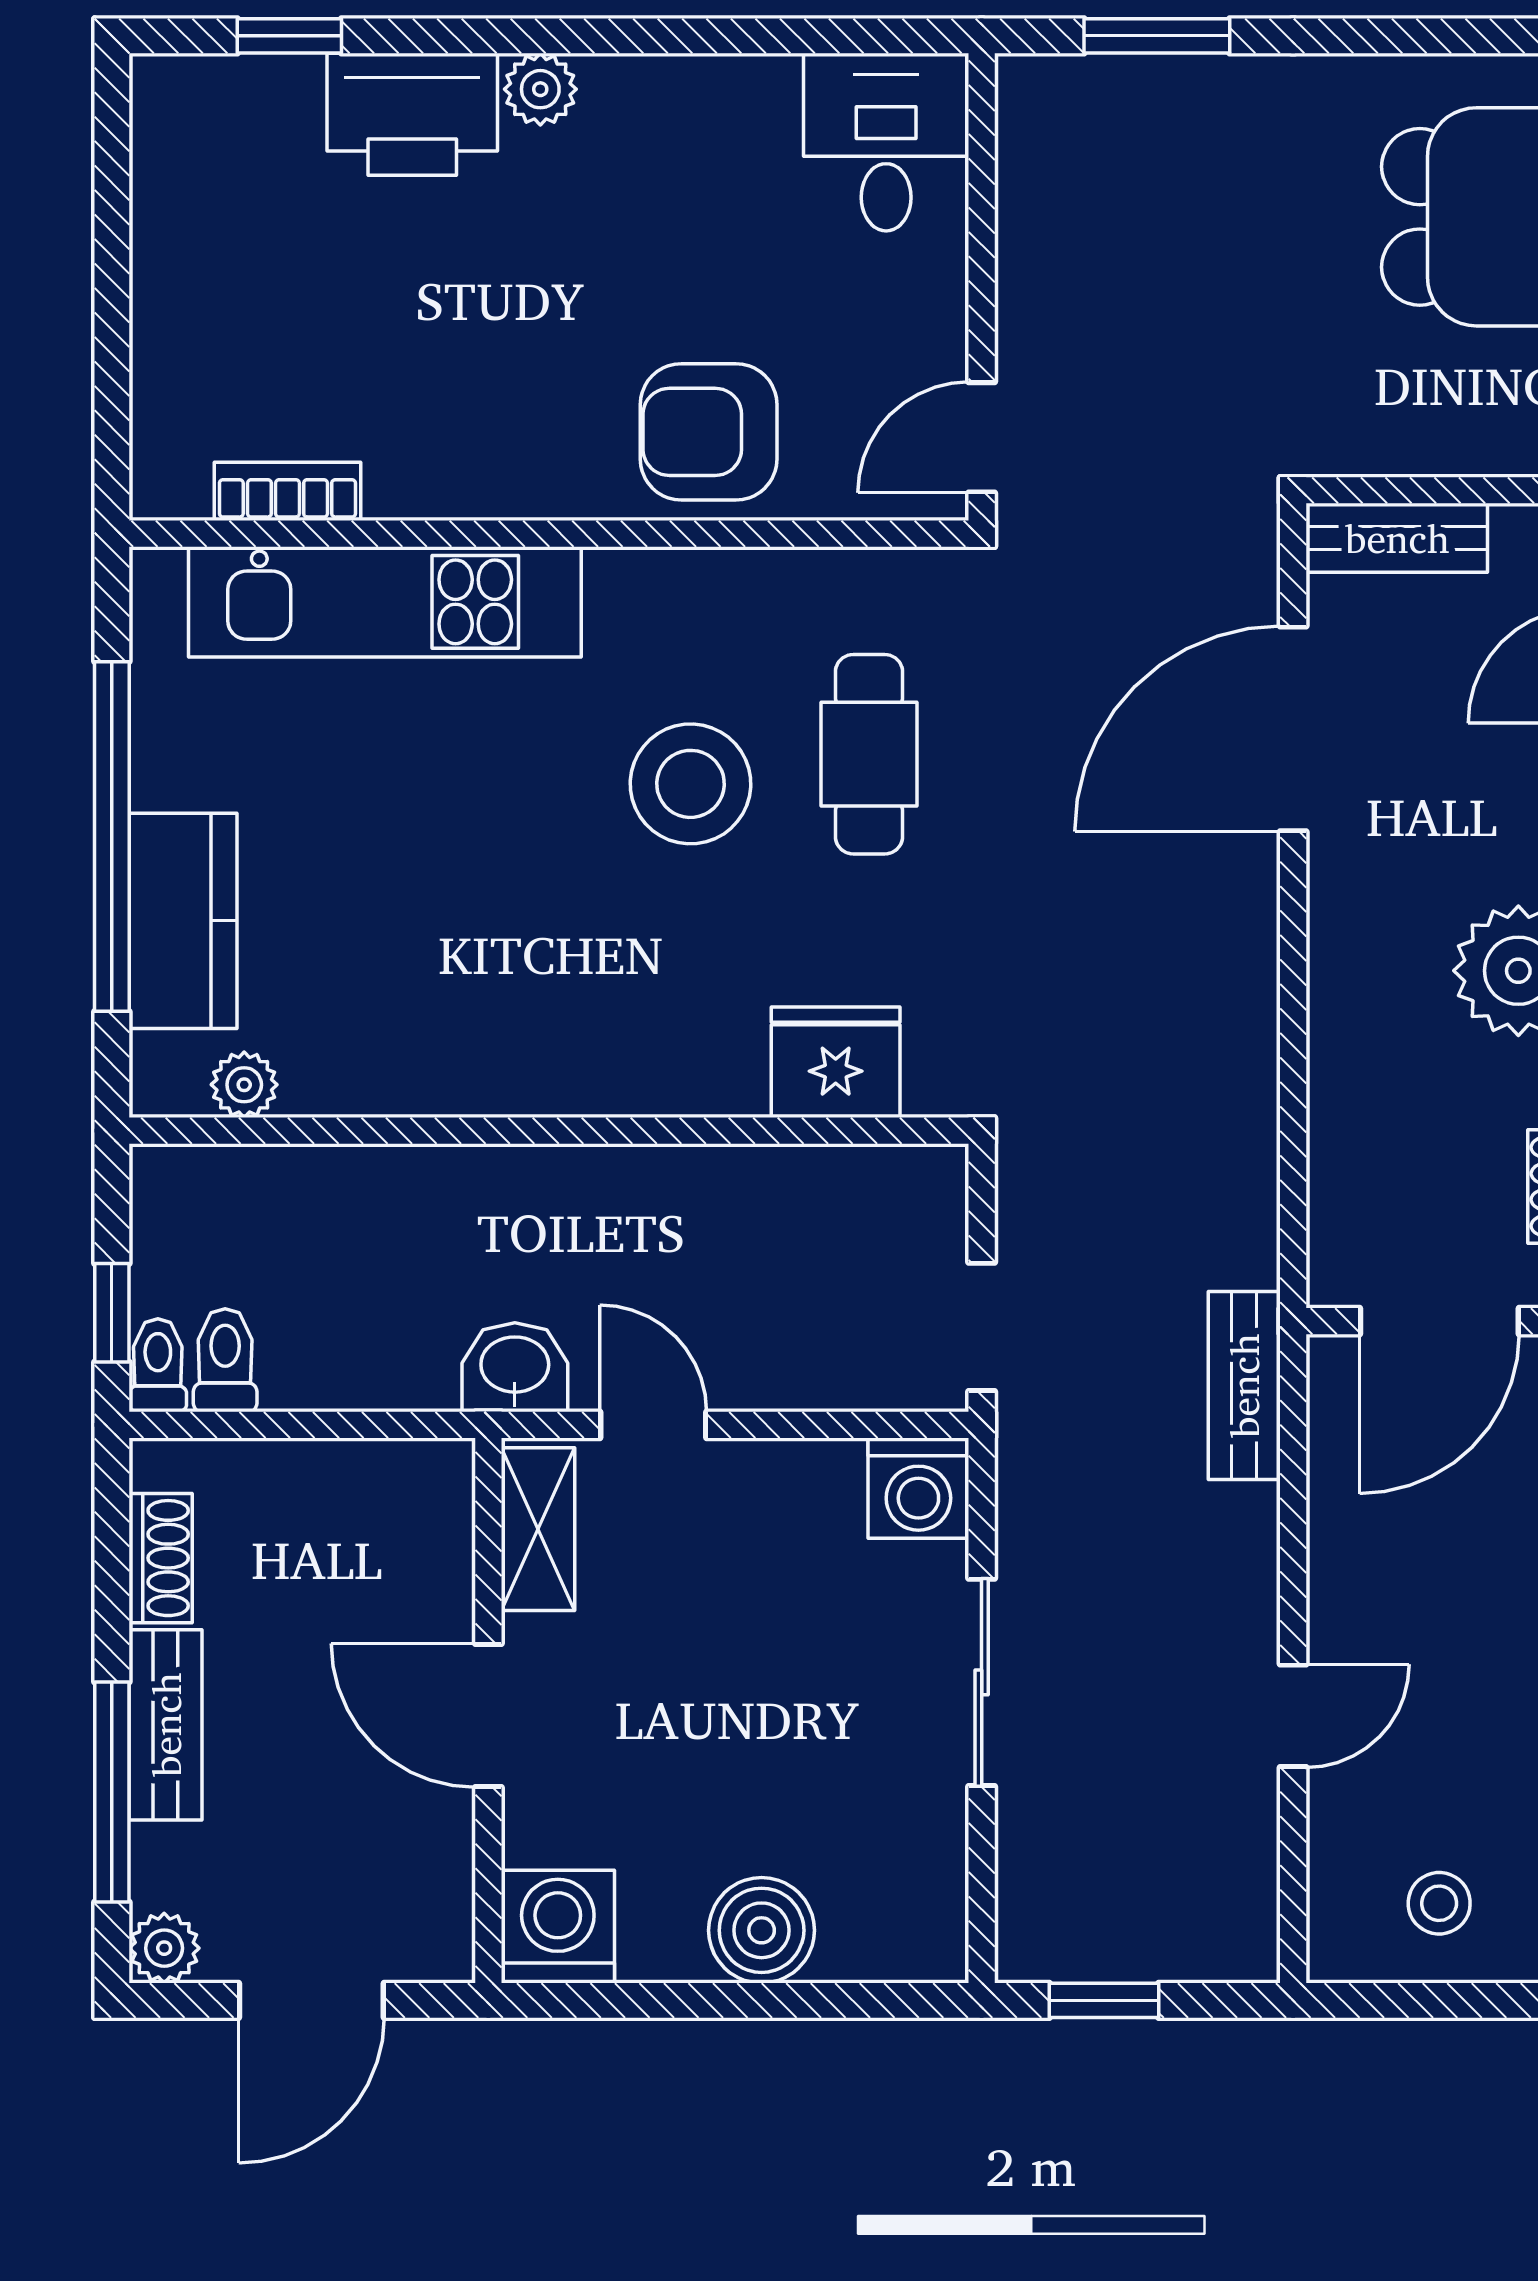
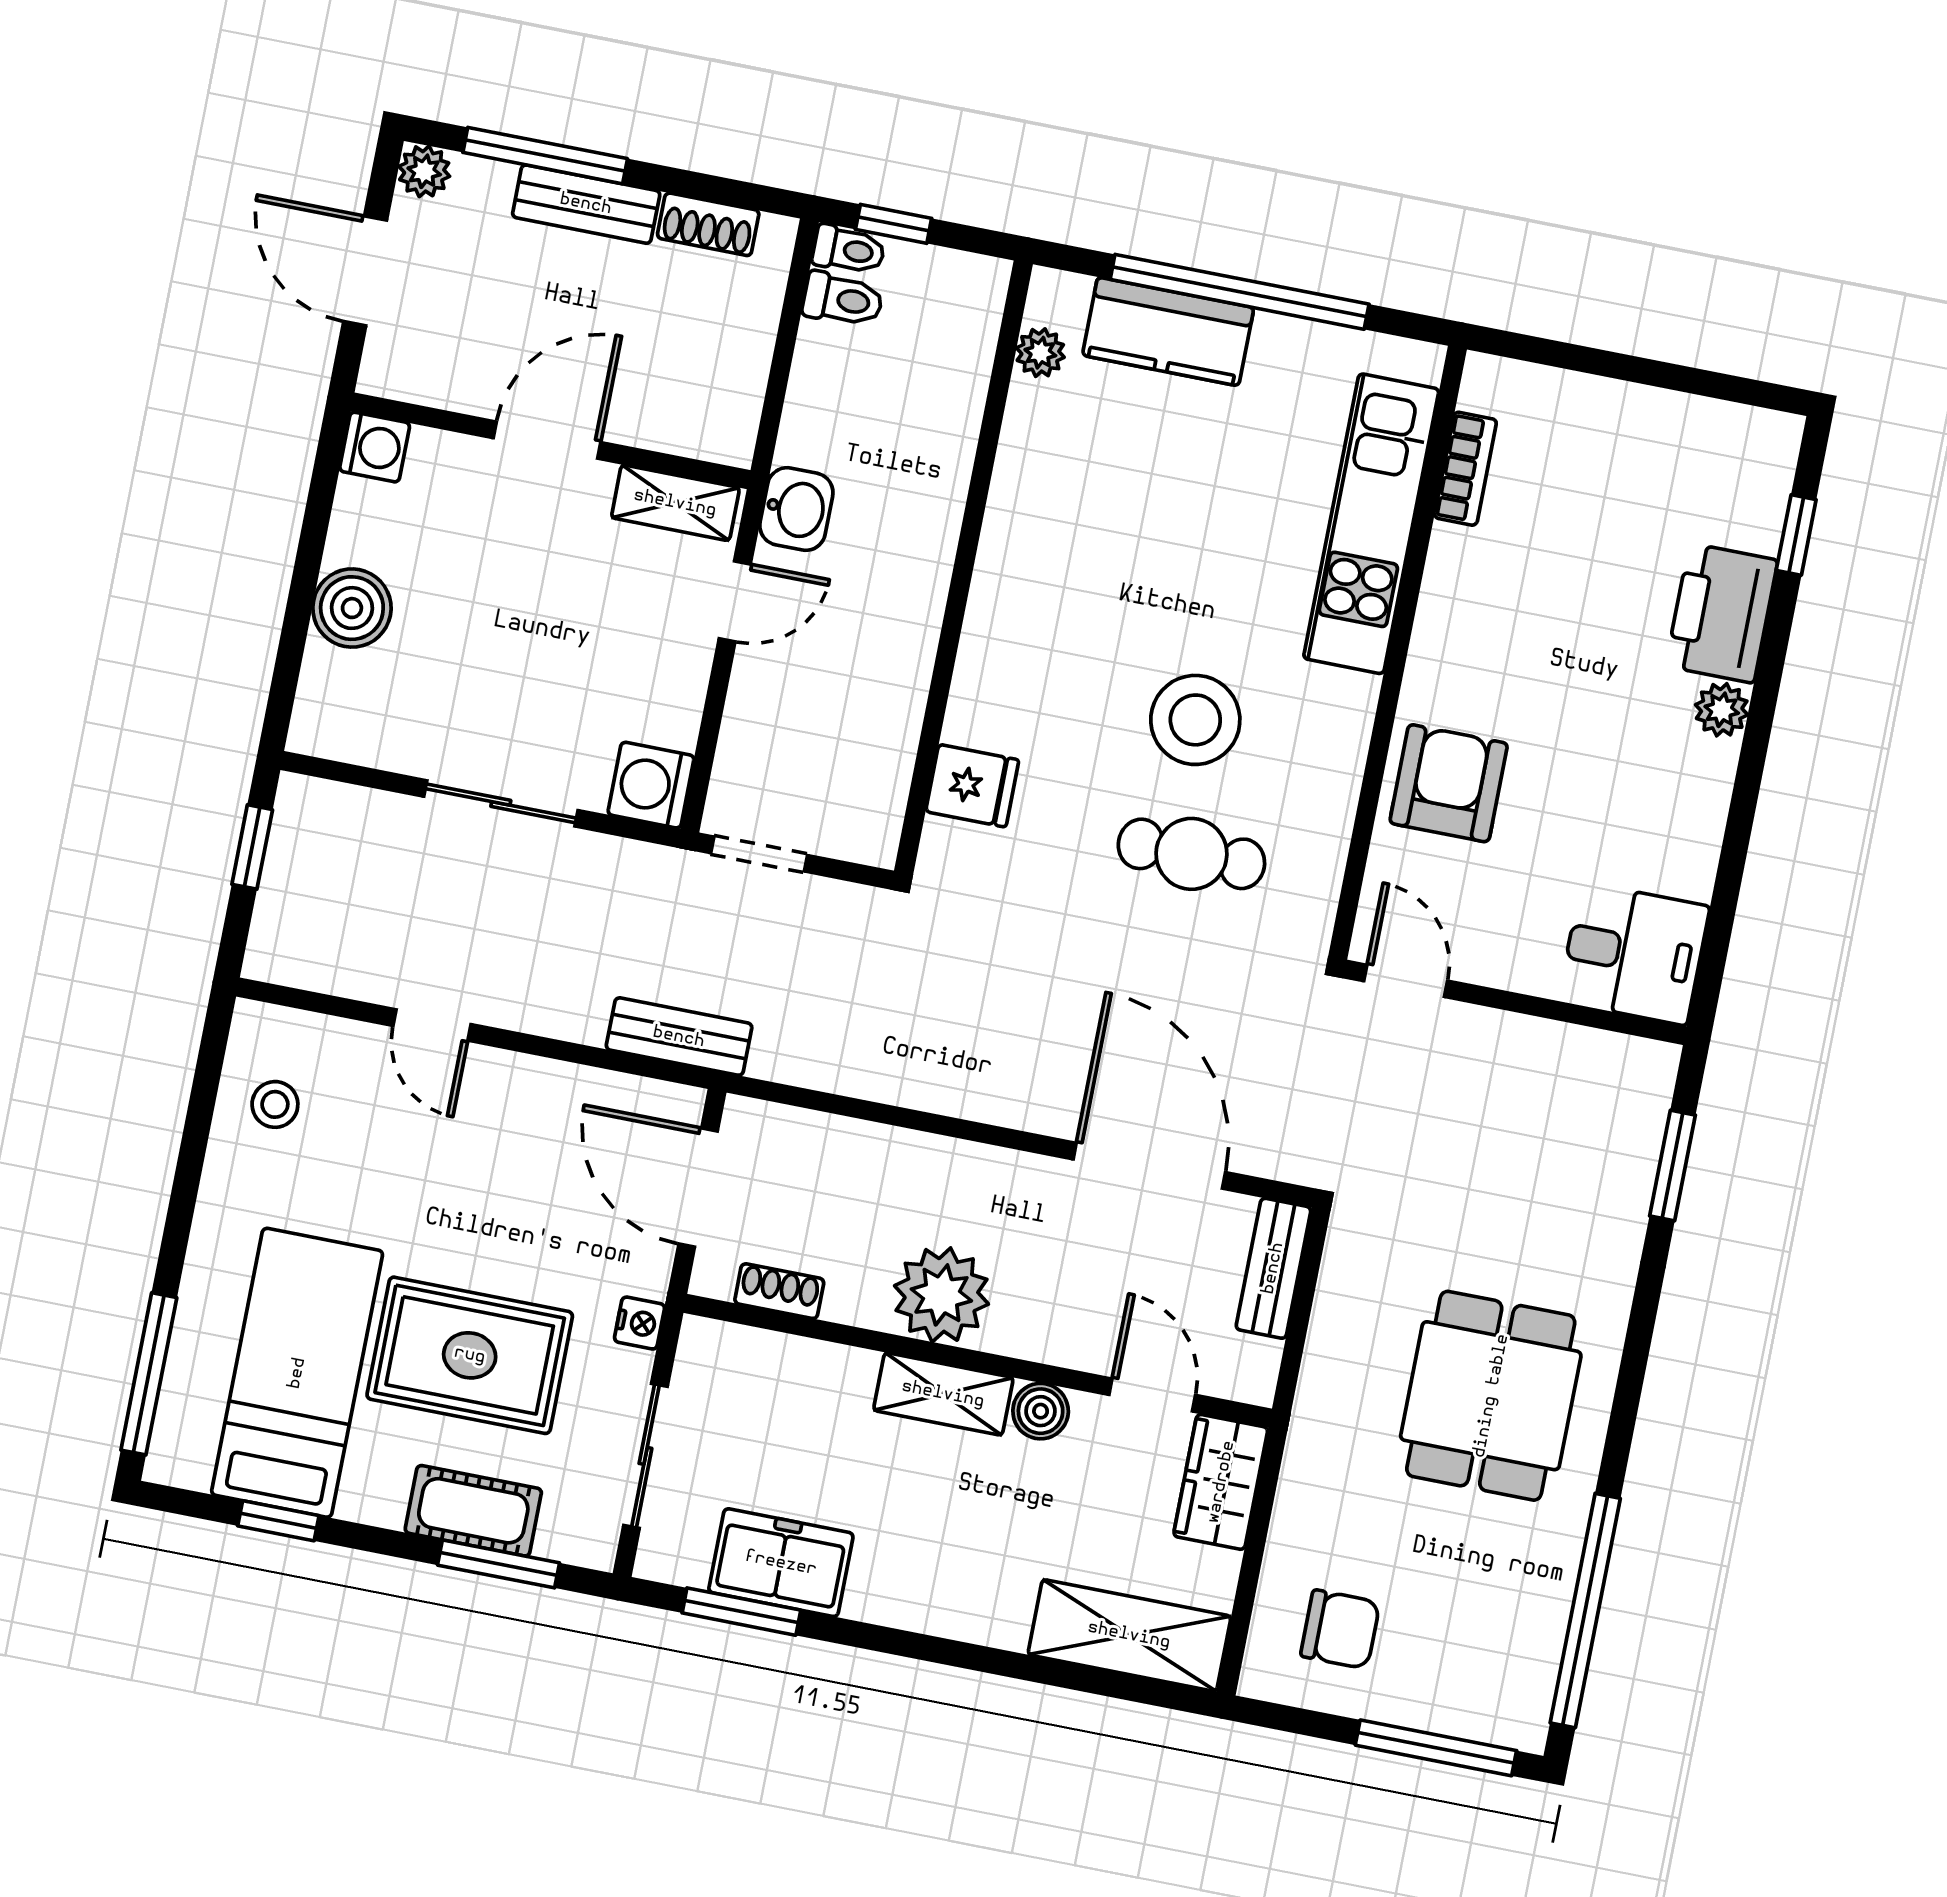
fridge: (836, 1062) -> (972, 786), width x0.72
washing machine: (558, 1927) -> (375, 447), width x0.73, depth x0.73

